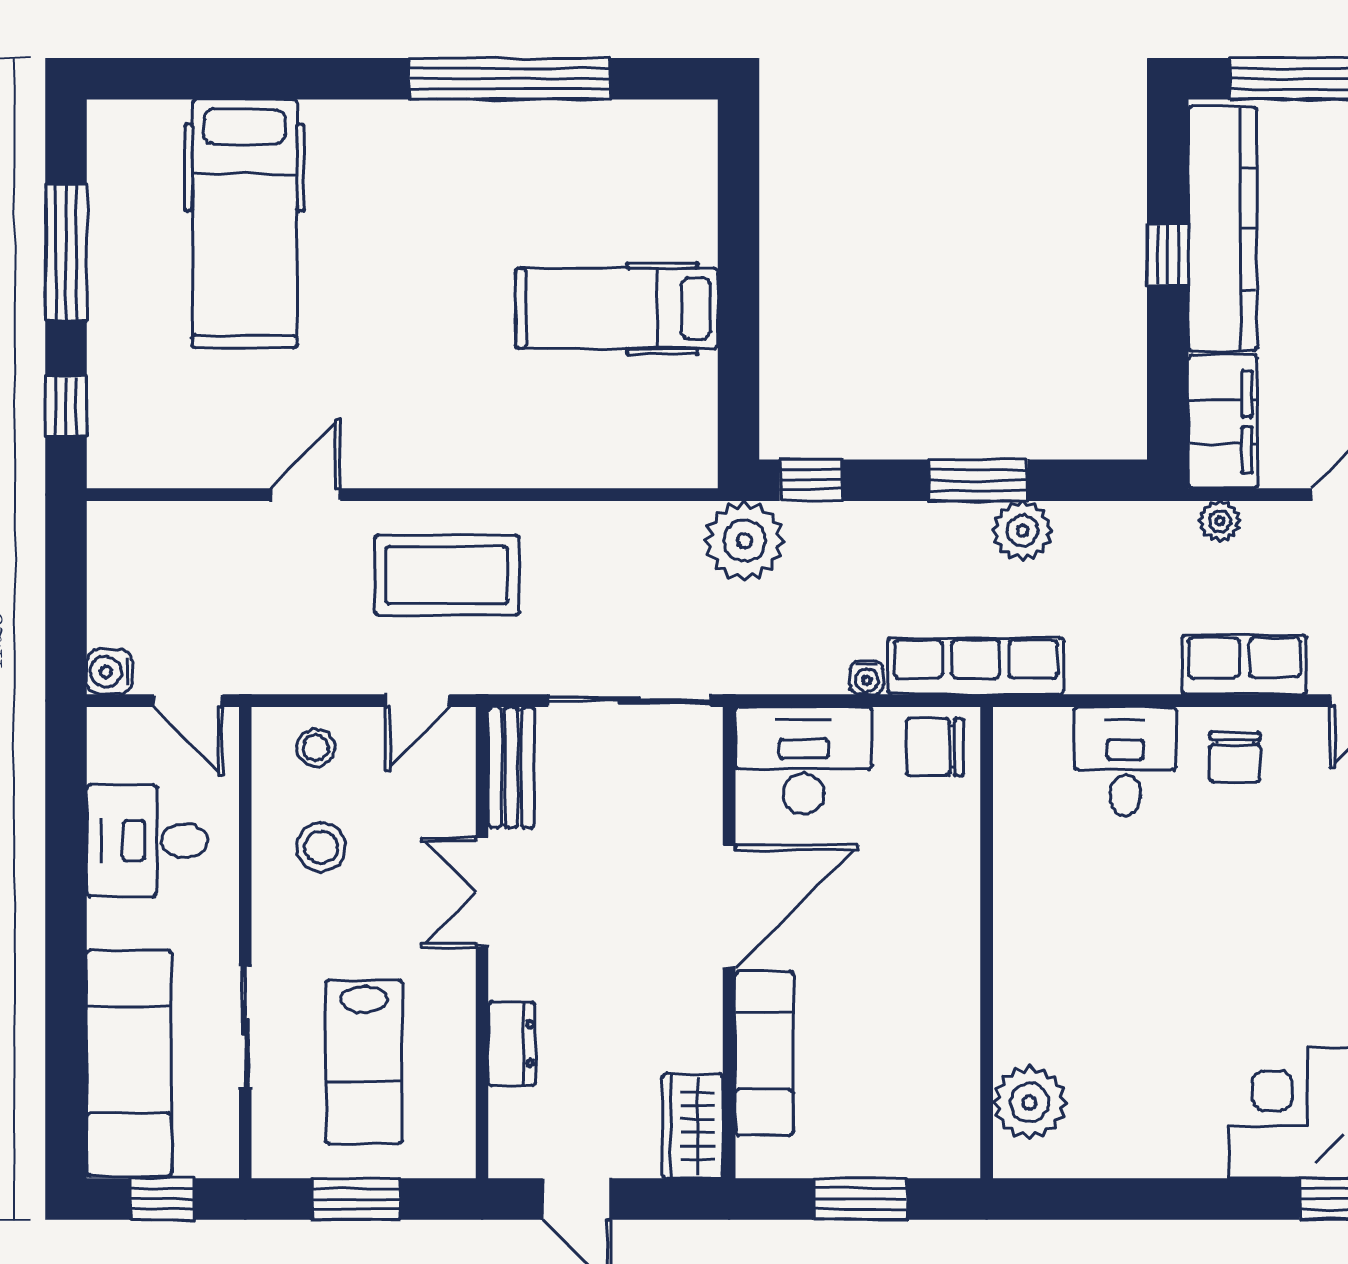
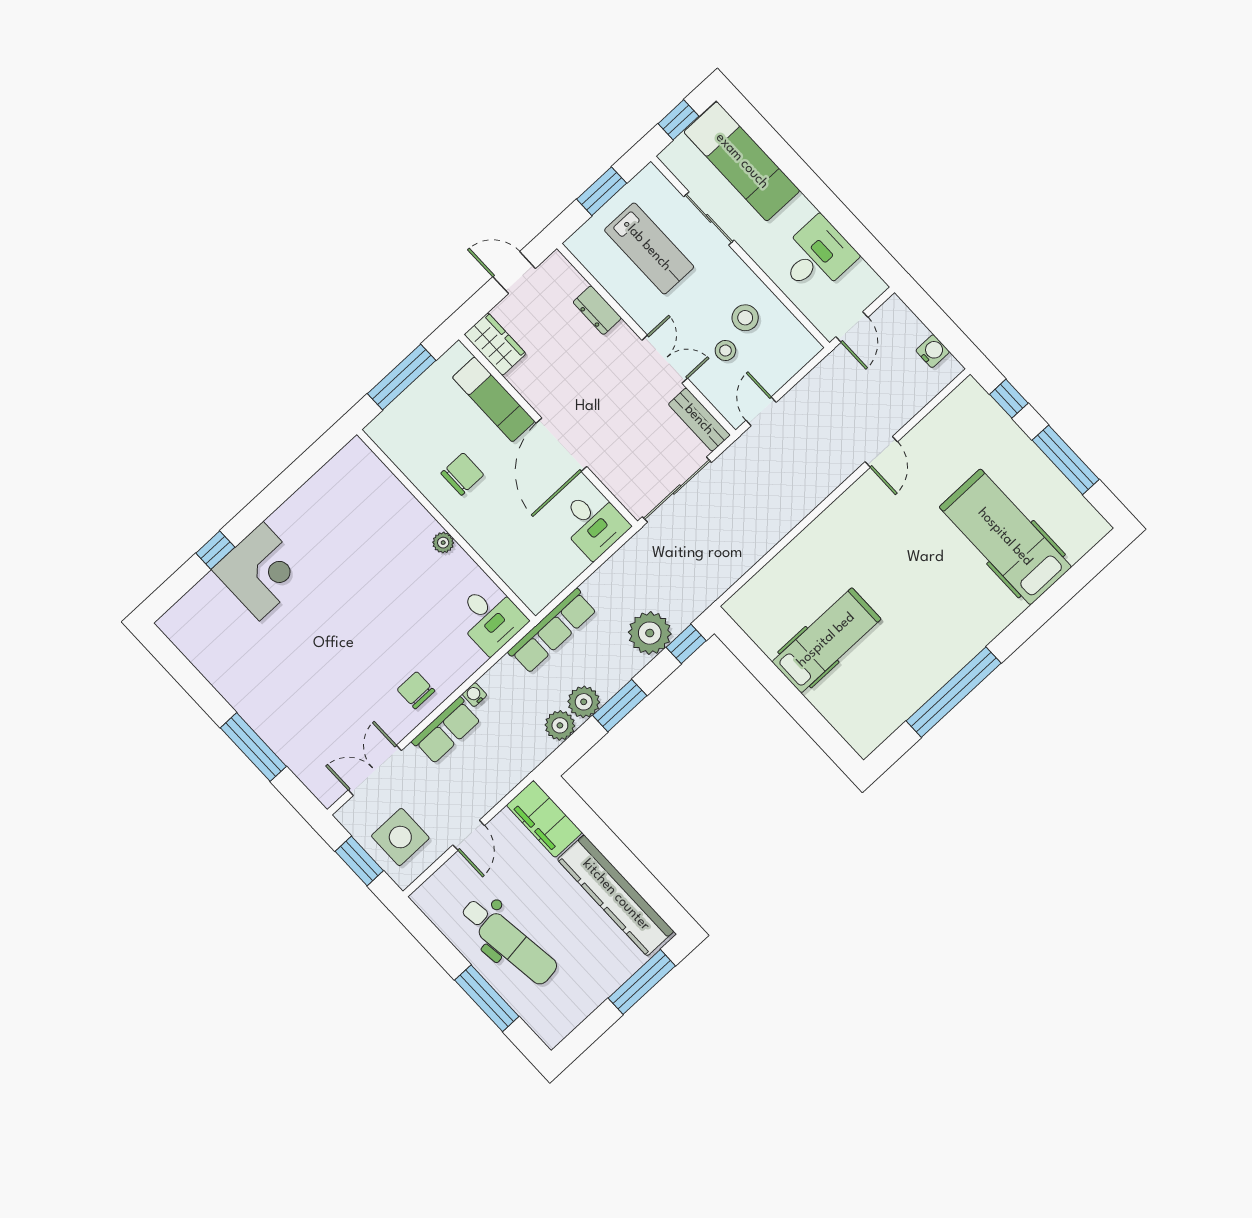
window: (1168, 255) -> (628, 865), removed
plant: (1220, 521) -> (560, 725), moved, width x1.38, depth x1.38
plant: (744, 541) -> (650, 633), moved
coffee table: (447, 575) -> (796, 472), removed
water cooler: (109, 672) -> (933, 351), moved
water cooler: (867, 678) -> (475, 695), moved
door: (188, 701) -> (852, 327), swing flipped
chair: (935, 747) -> (462, 474), moved
stool: (316, 748) -> (725, 350), moved
desk: (804, 761) -> (593, 523), width x0.73
desk: (1125, 762) -> (490, 618), moved
lab bench: (364, 1062) -> (649, 248), turned 180
plant: (1029, 1102) -> (443, 543), moved, width x0.53, depth x0.53
window: (860, 1199) -> (402, 377), width x1.44

